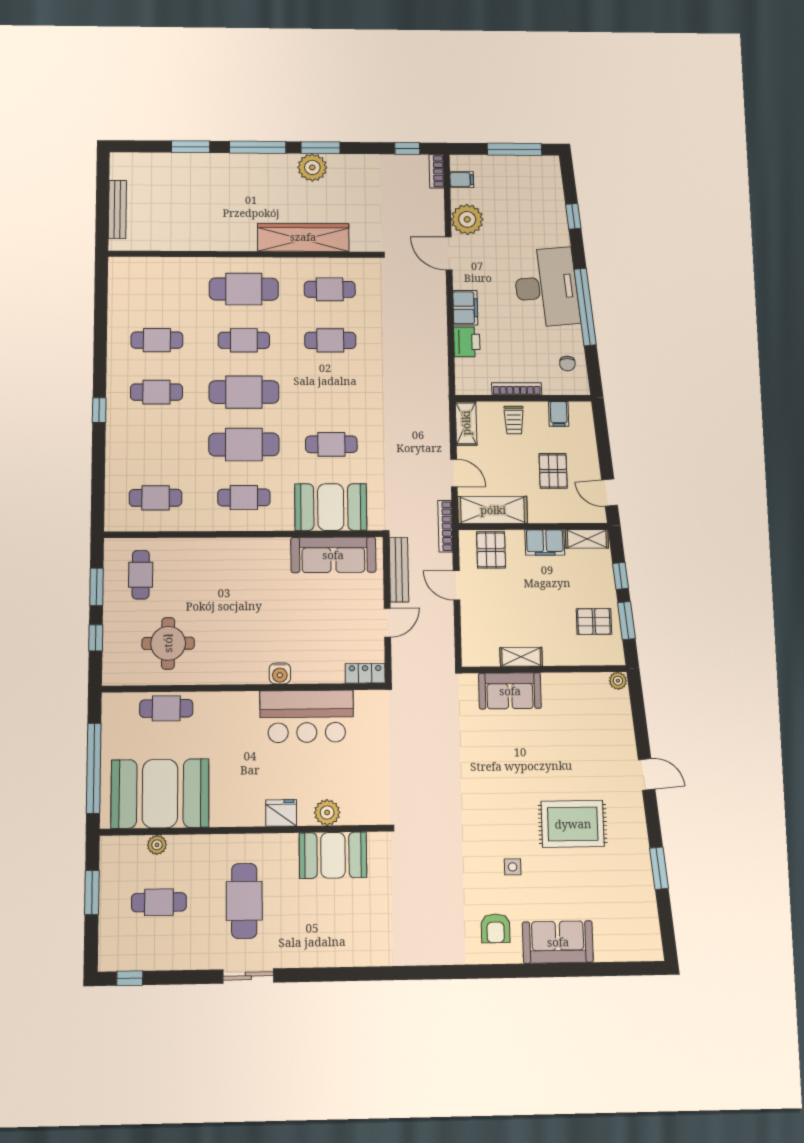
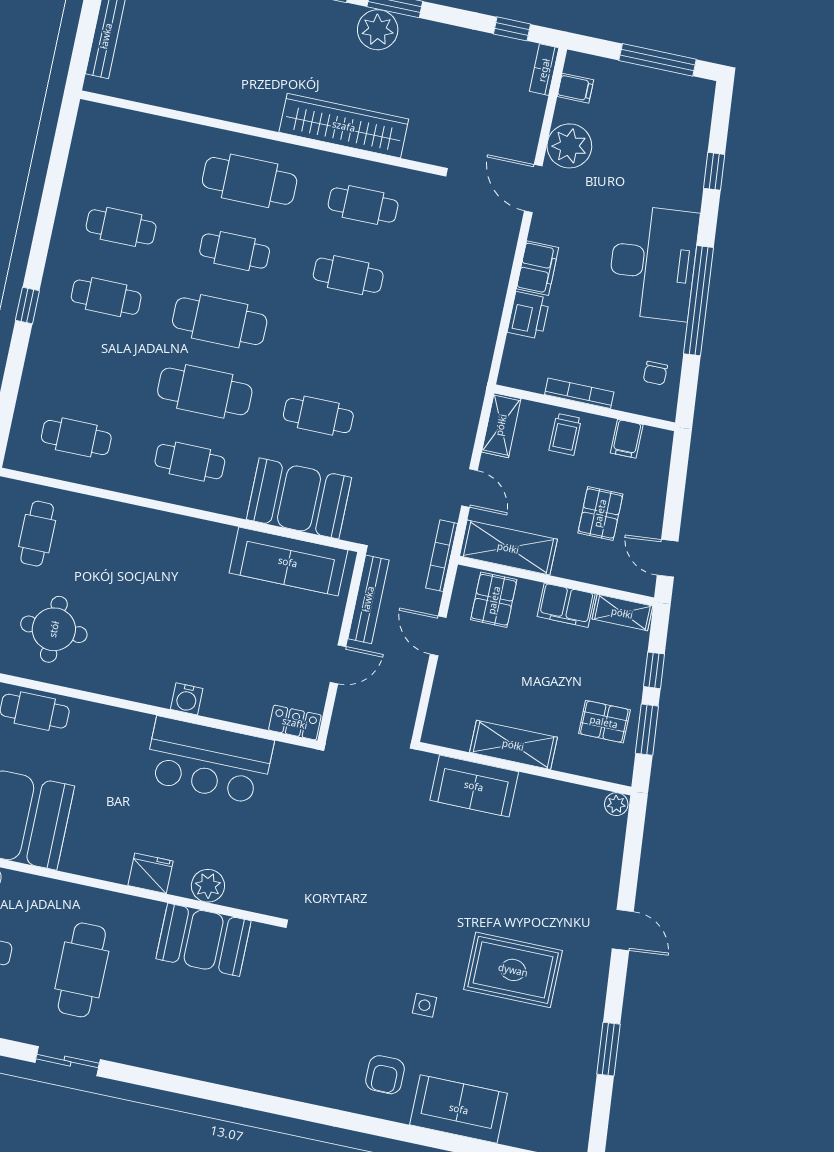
shelving: (521, 657) -> (513, 745), width x1.50, depth x1.33

